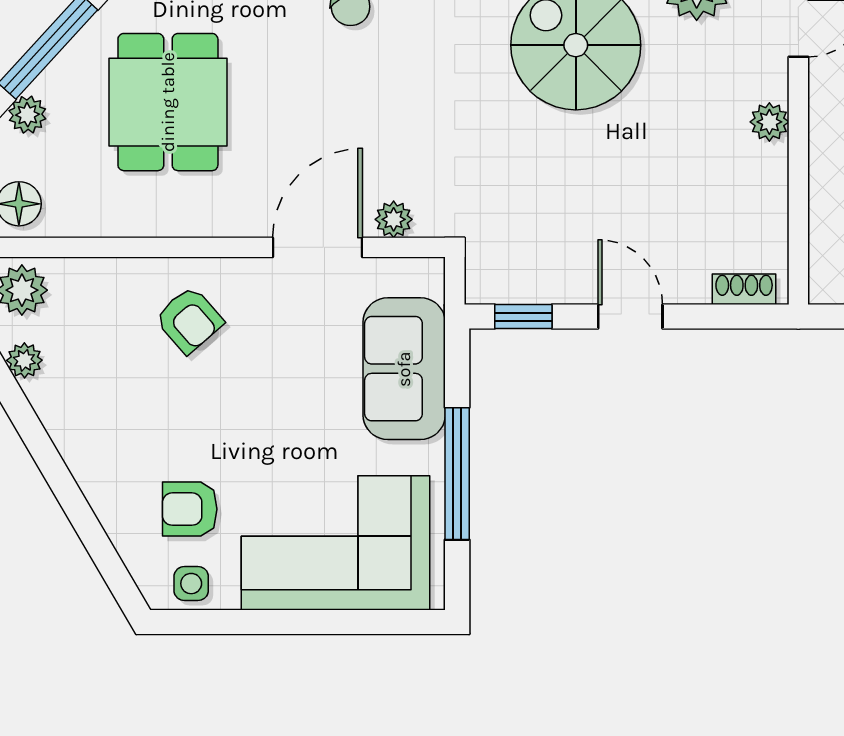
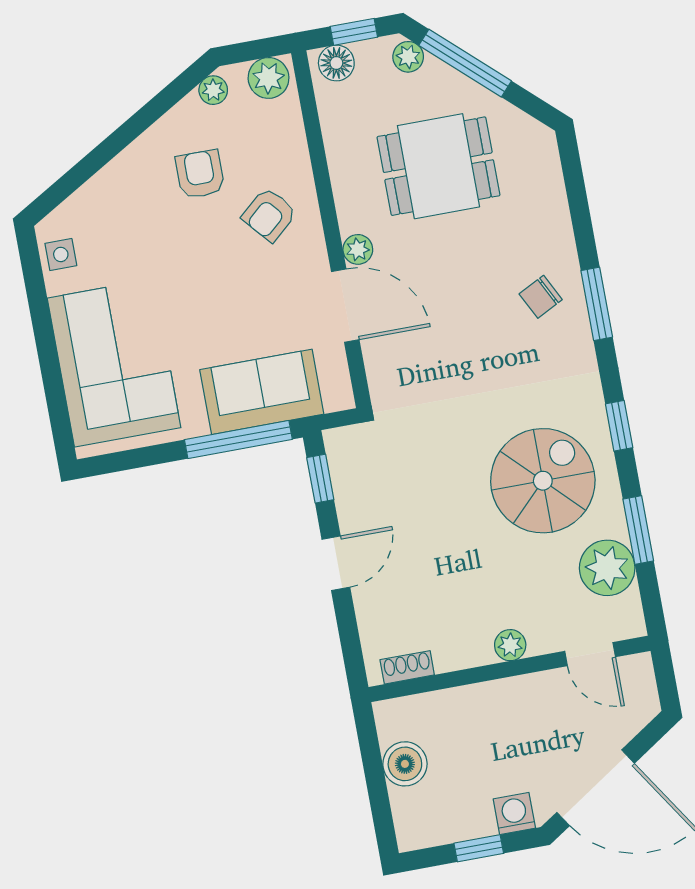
plant: (394, 219) -> (358, 249), moved
shoe rack: (744, 289) -> (407, 667), moved, turned -90
window: (457, 474) -> (238, 440), moved
armchair: (190, 509) -> (200, 174), moved

